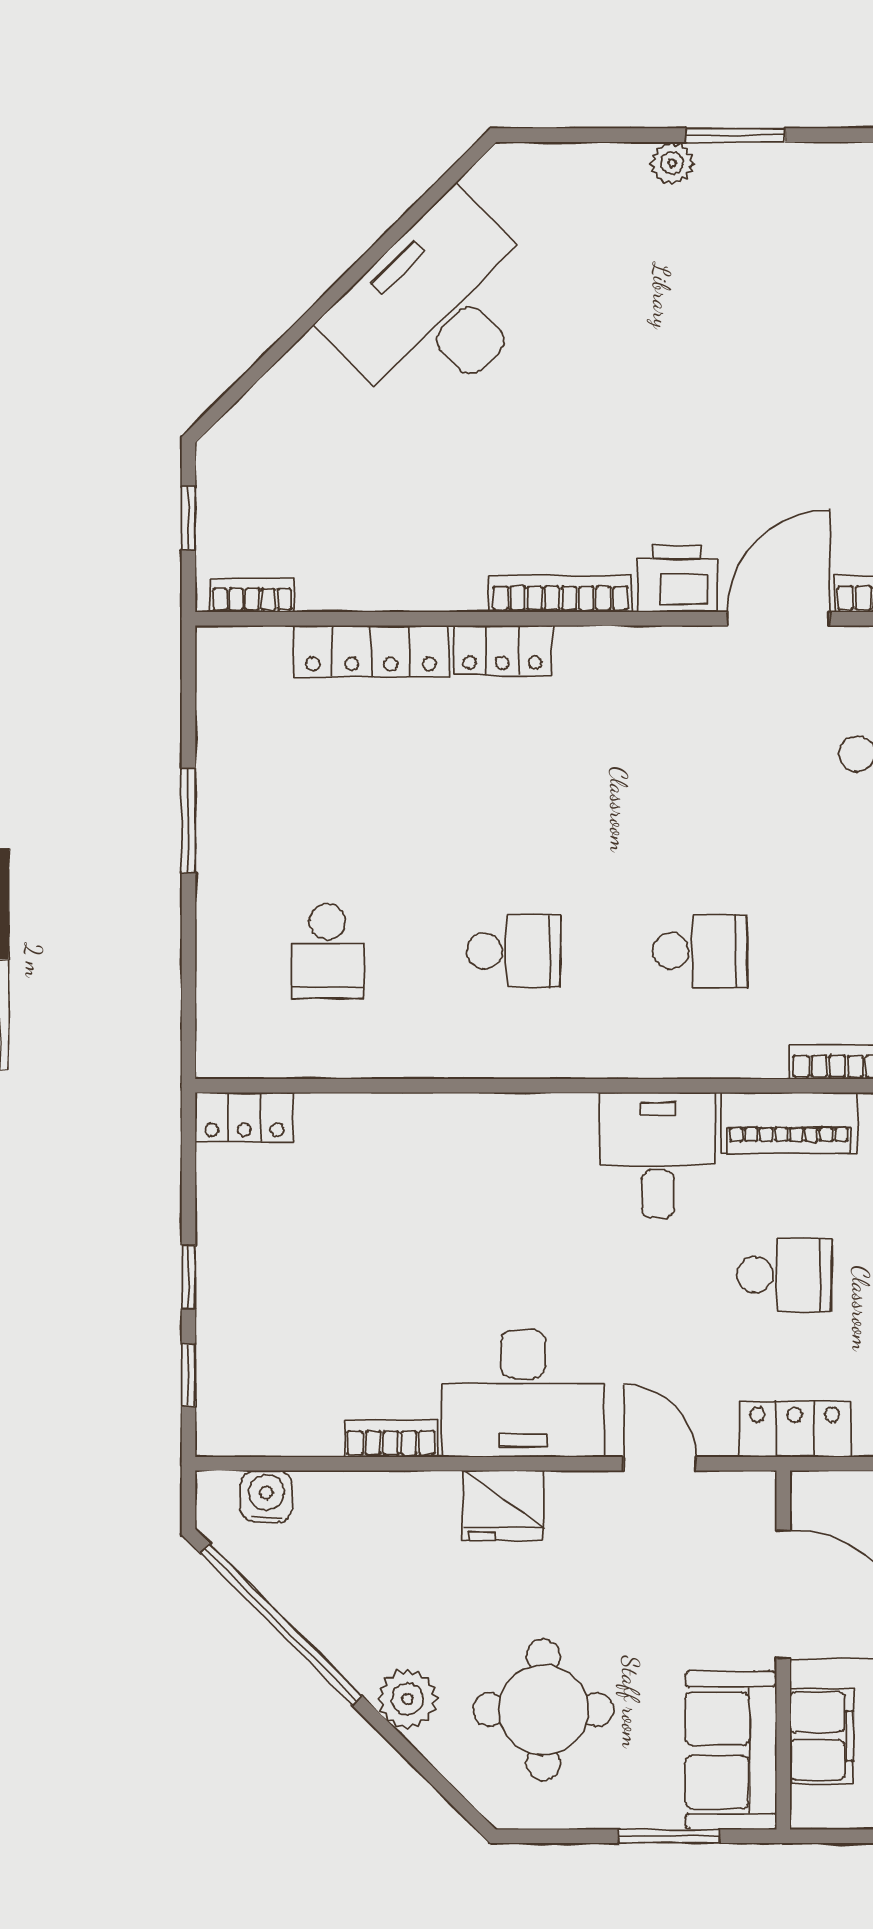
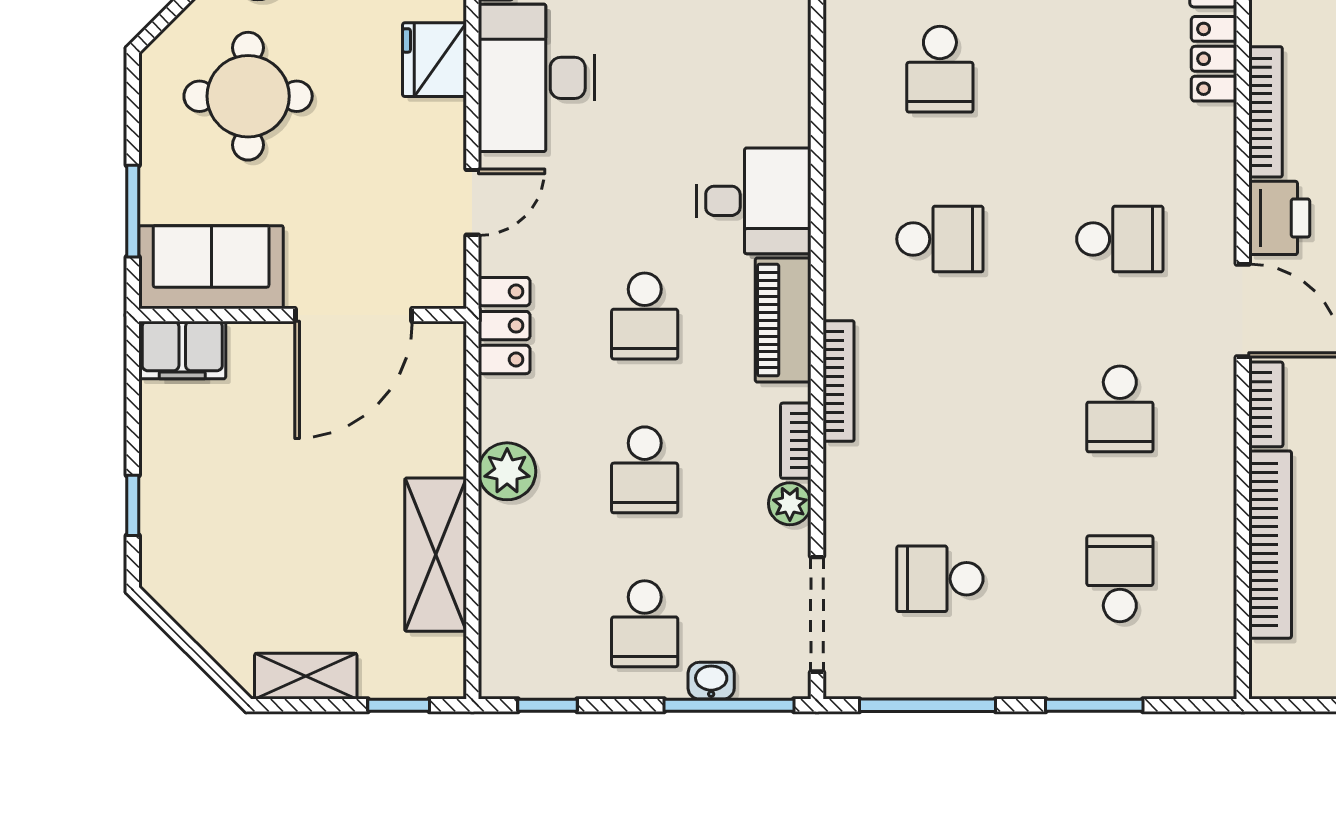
school desk: (700, 754) -> (1120, 239), added
school desk: (700, 951) -> (940, 239), turned -90
filing cabinet: (822, 1736) -> (182, 350), moved

